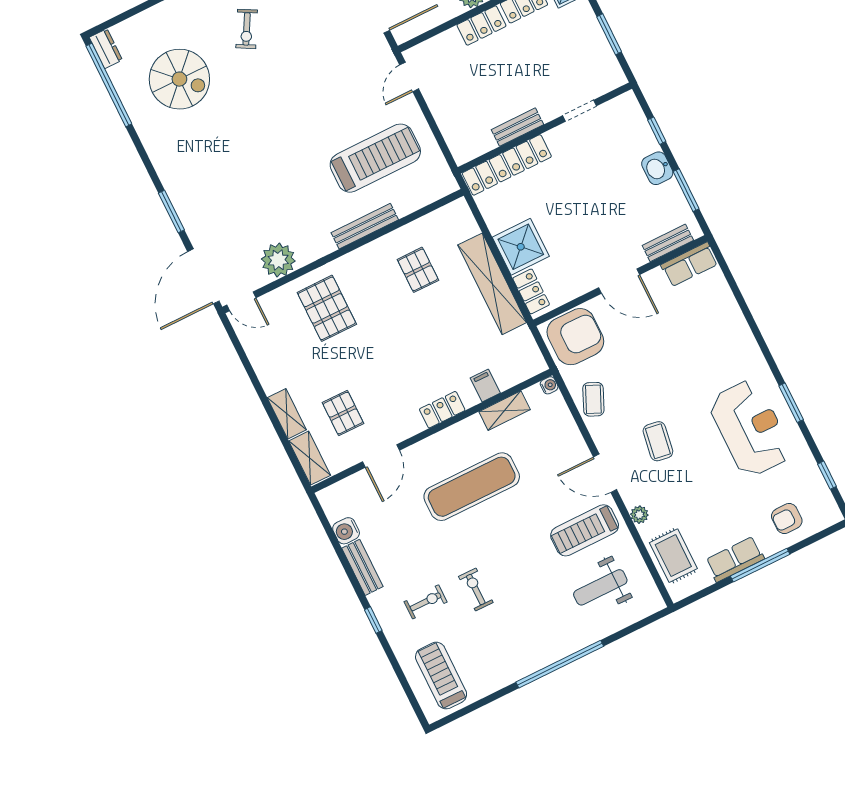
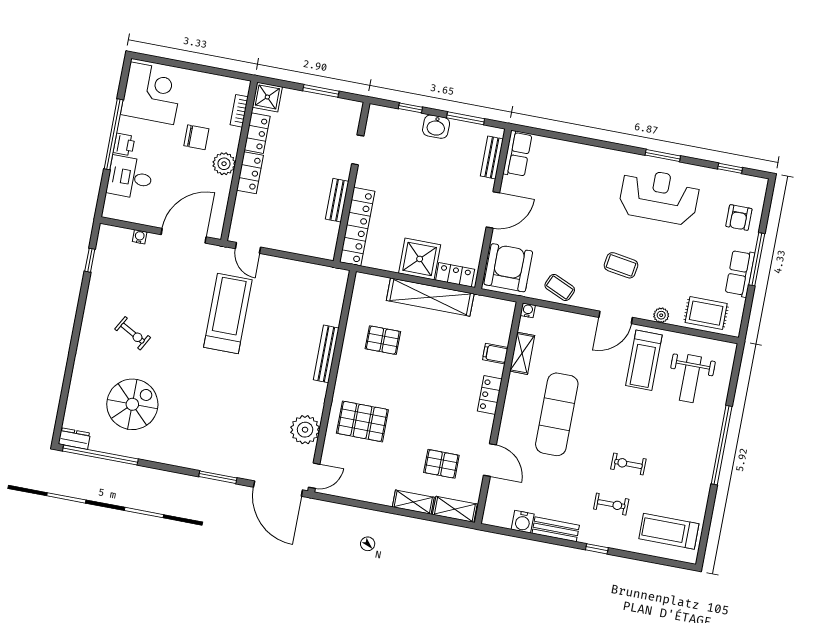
treadmill: (375, 158) -> (228, 313), moved
exercise bike: (426, 602) -> (611, 504), turned 90

